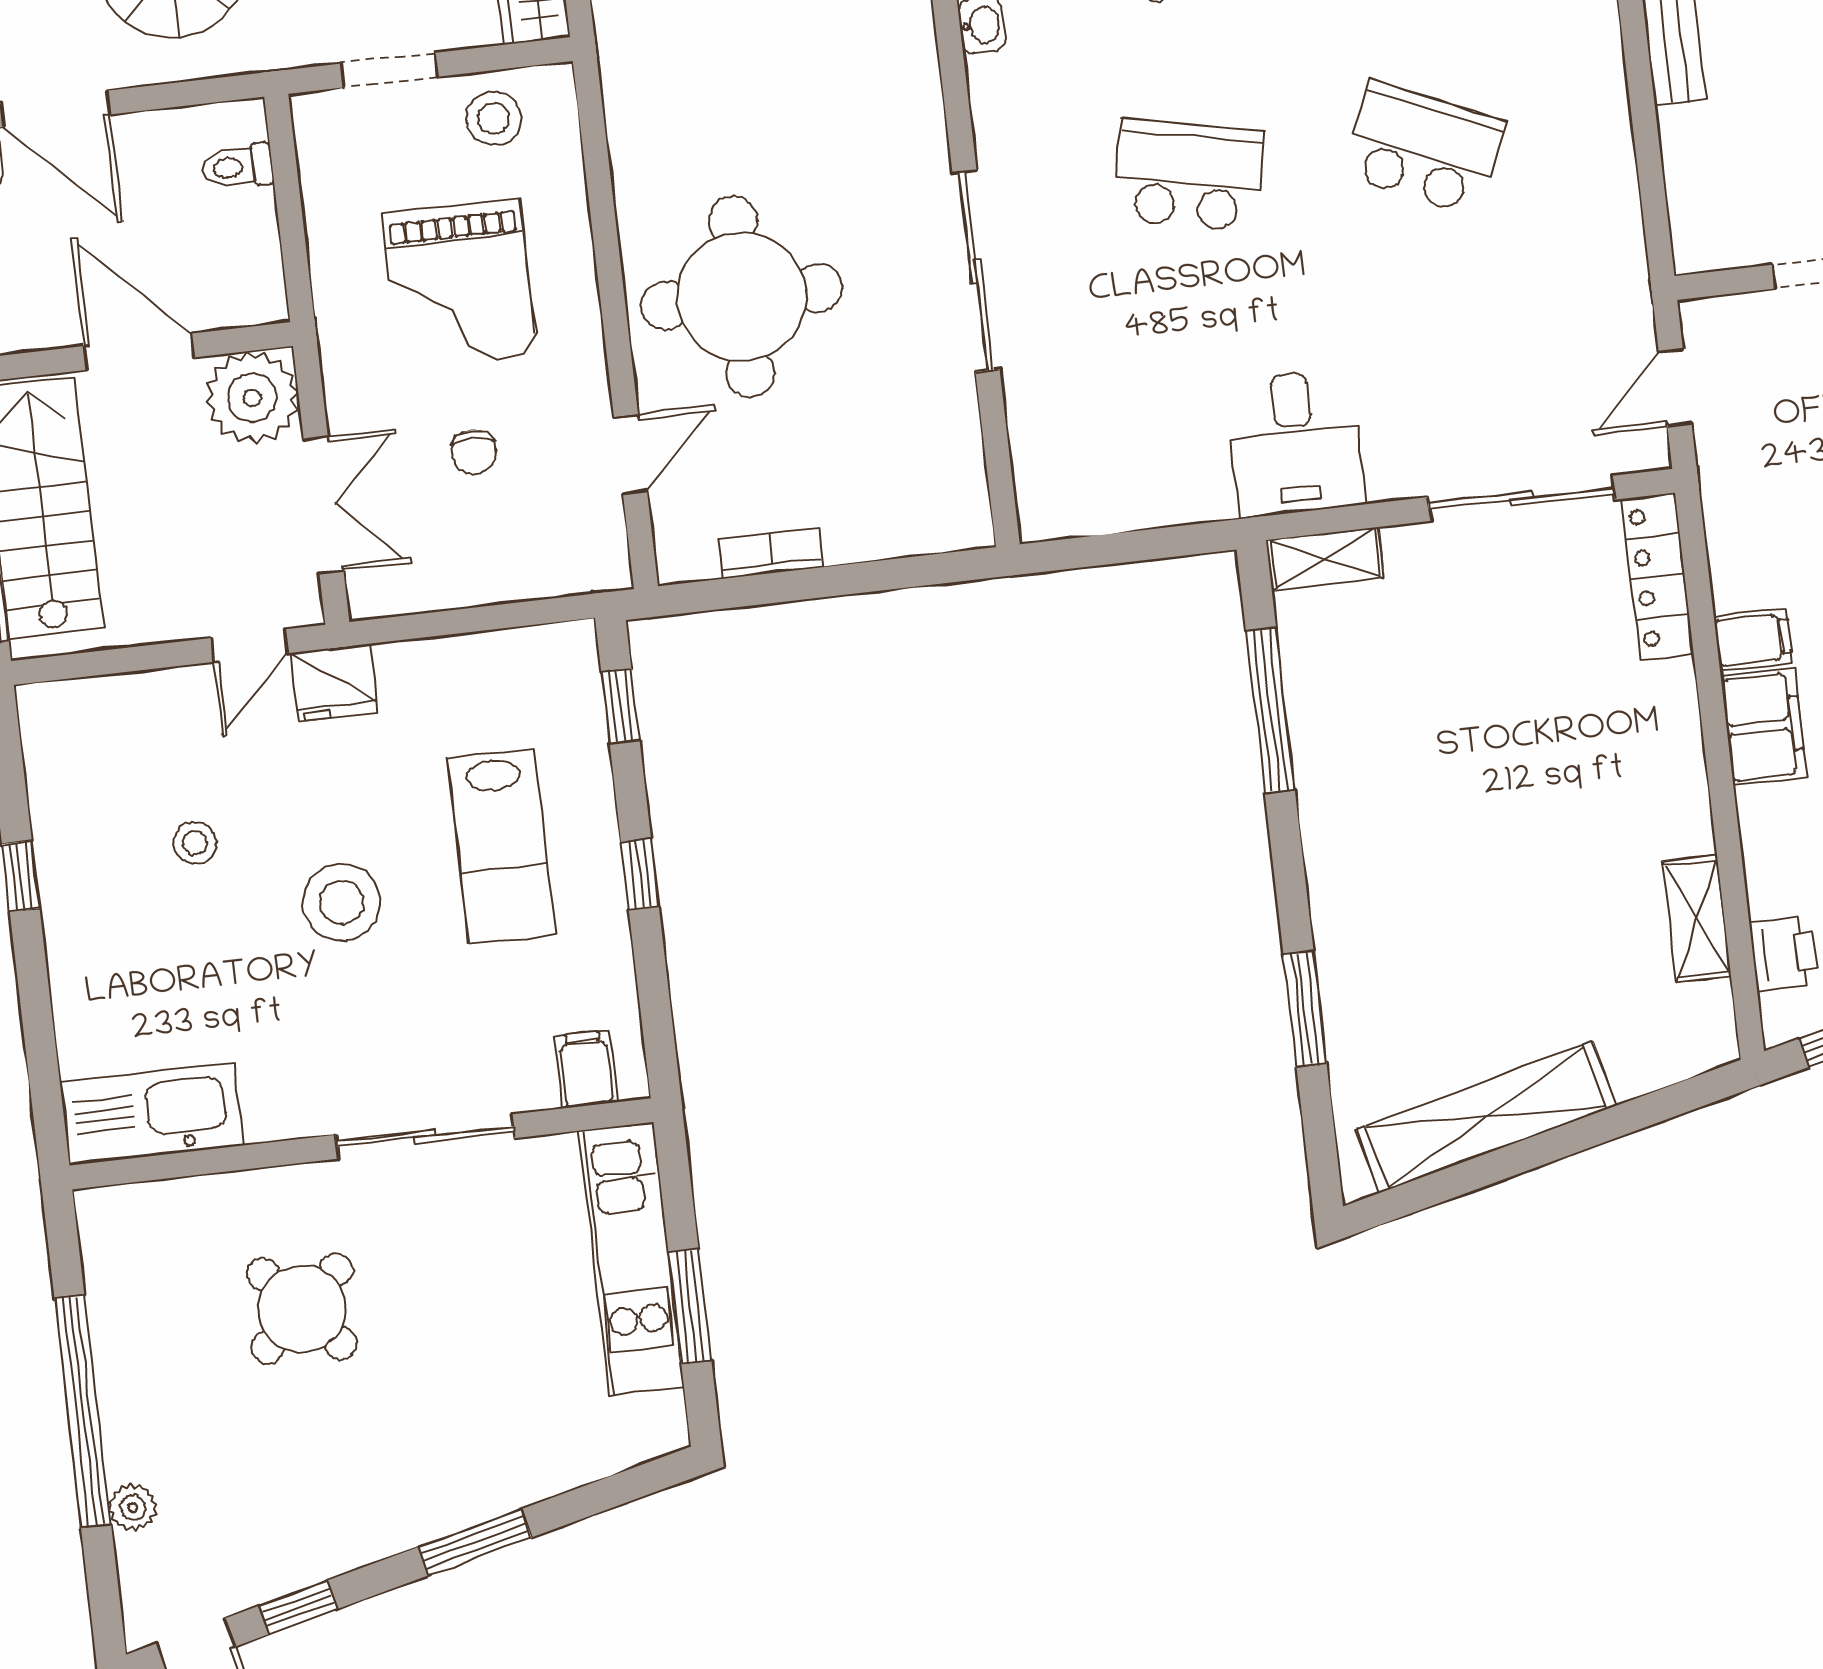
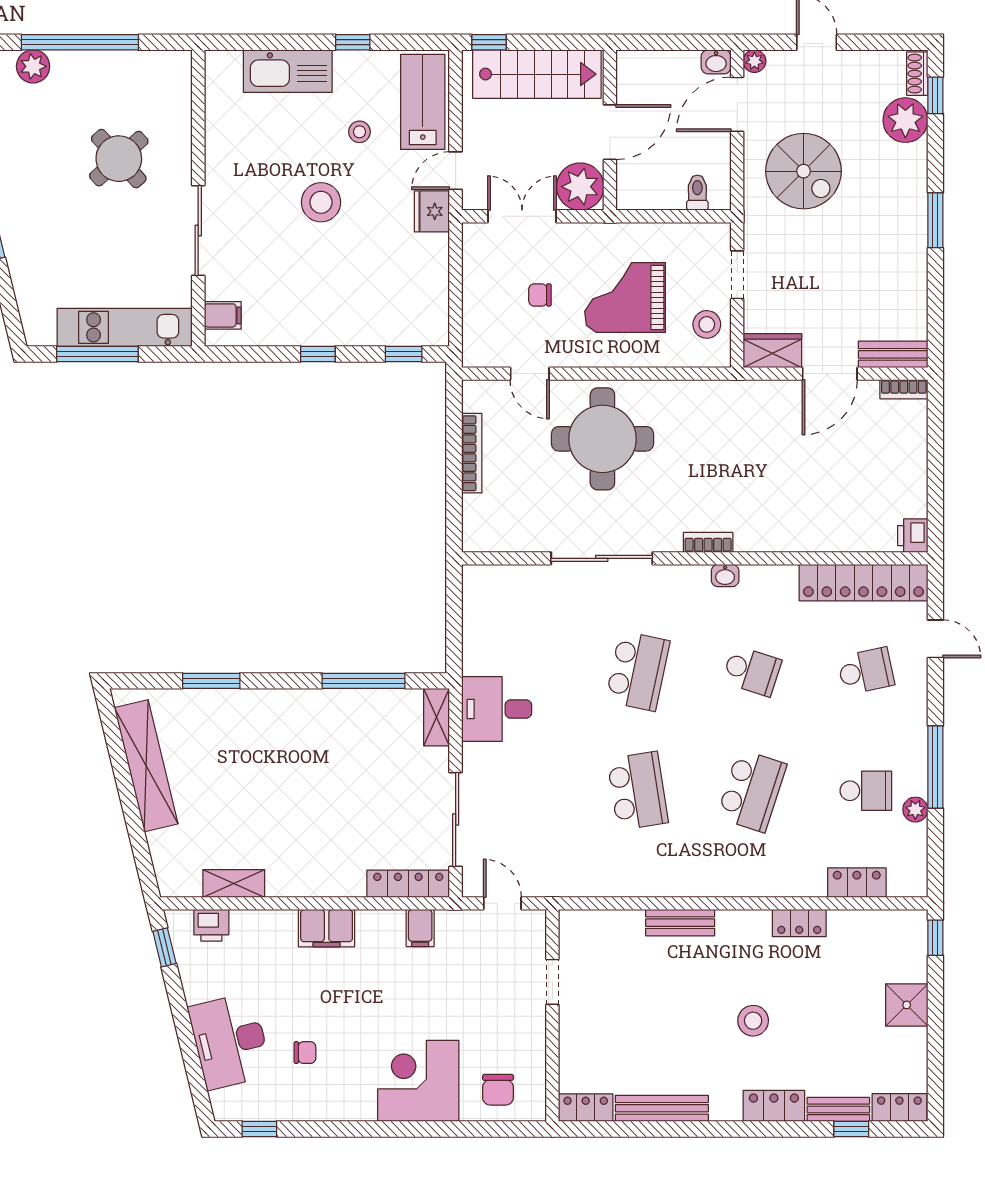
bookcase: (921, 66) -> (708, 542), added
school desk: (1424, 148) -> (638, 791), turned -33
double door: (324, 505) -> (522, 216), swing flipped
bookcase: (771, 553) -> (472, 453), width x1.56
filing cabinet: (1753, 640) -> (420, 928), moved
door: (249, 646) -> (456, 171), hinge flipped
lab bench: (501, 846) -> (423, 102), moved, turned 90
kitchen sink: (151, 1114) -> (288, 71), moved, turned 90
window: (690, 1306) -> (97, 354), width x1.44
plant: (133, 1507) -> (33, 66), width x1.38, depth x1.38

